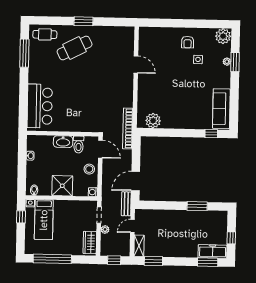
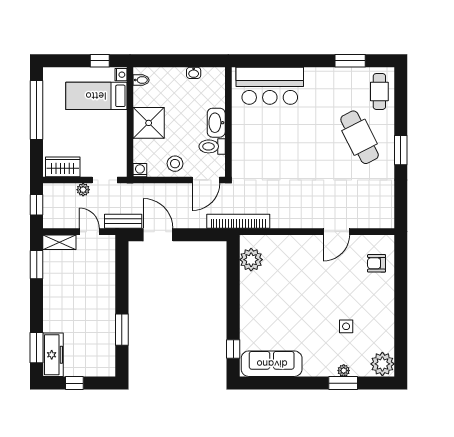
armchair: (188, 42) -> (377, 263), moved
window: (24, 53) -> (350, 61), width x0.69

